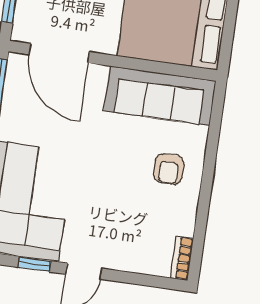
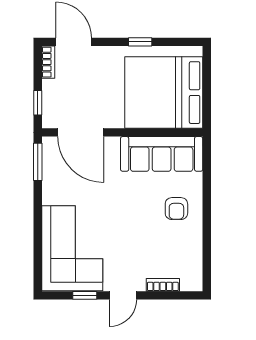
bookcase: (182, 258) -> (163, 285), moved, turned 90

